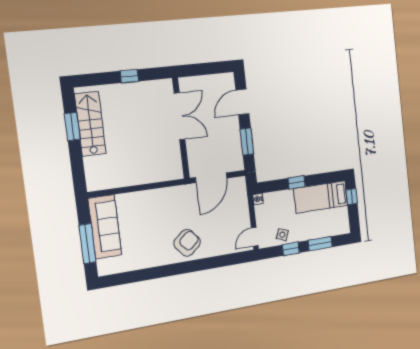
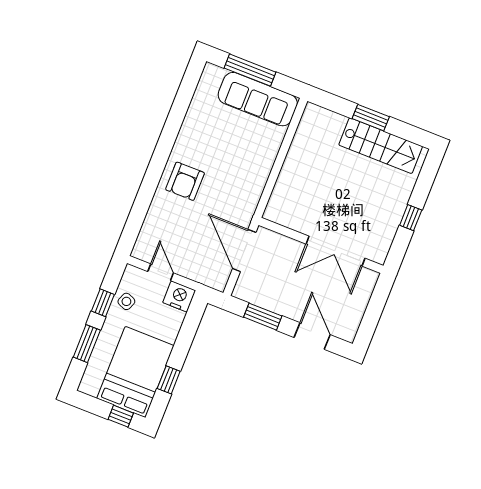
window: (72, 127) -> (371, 118), moved
window: (297, 182) -> (169, 380), moved
bed: (321, 197) -> (135, 372), width x1.50
nightstand: (258, 199) -> (179, 296), width x1.89, depth x1.79
door: (255, 237) -> (161, 272), moved
armchair: (187, 243) -> (185, 181), turned 40

